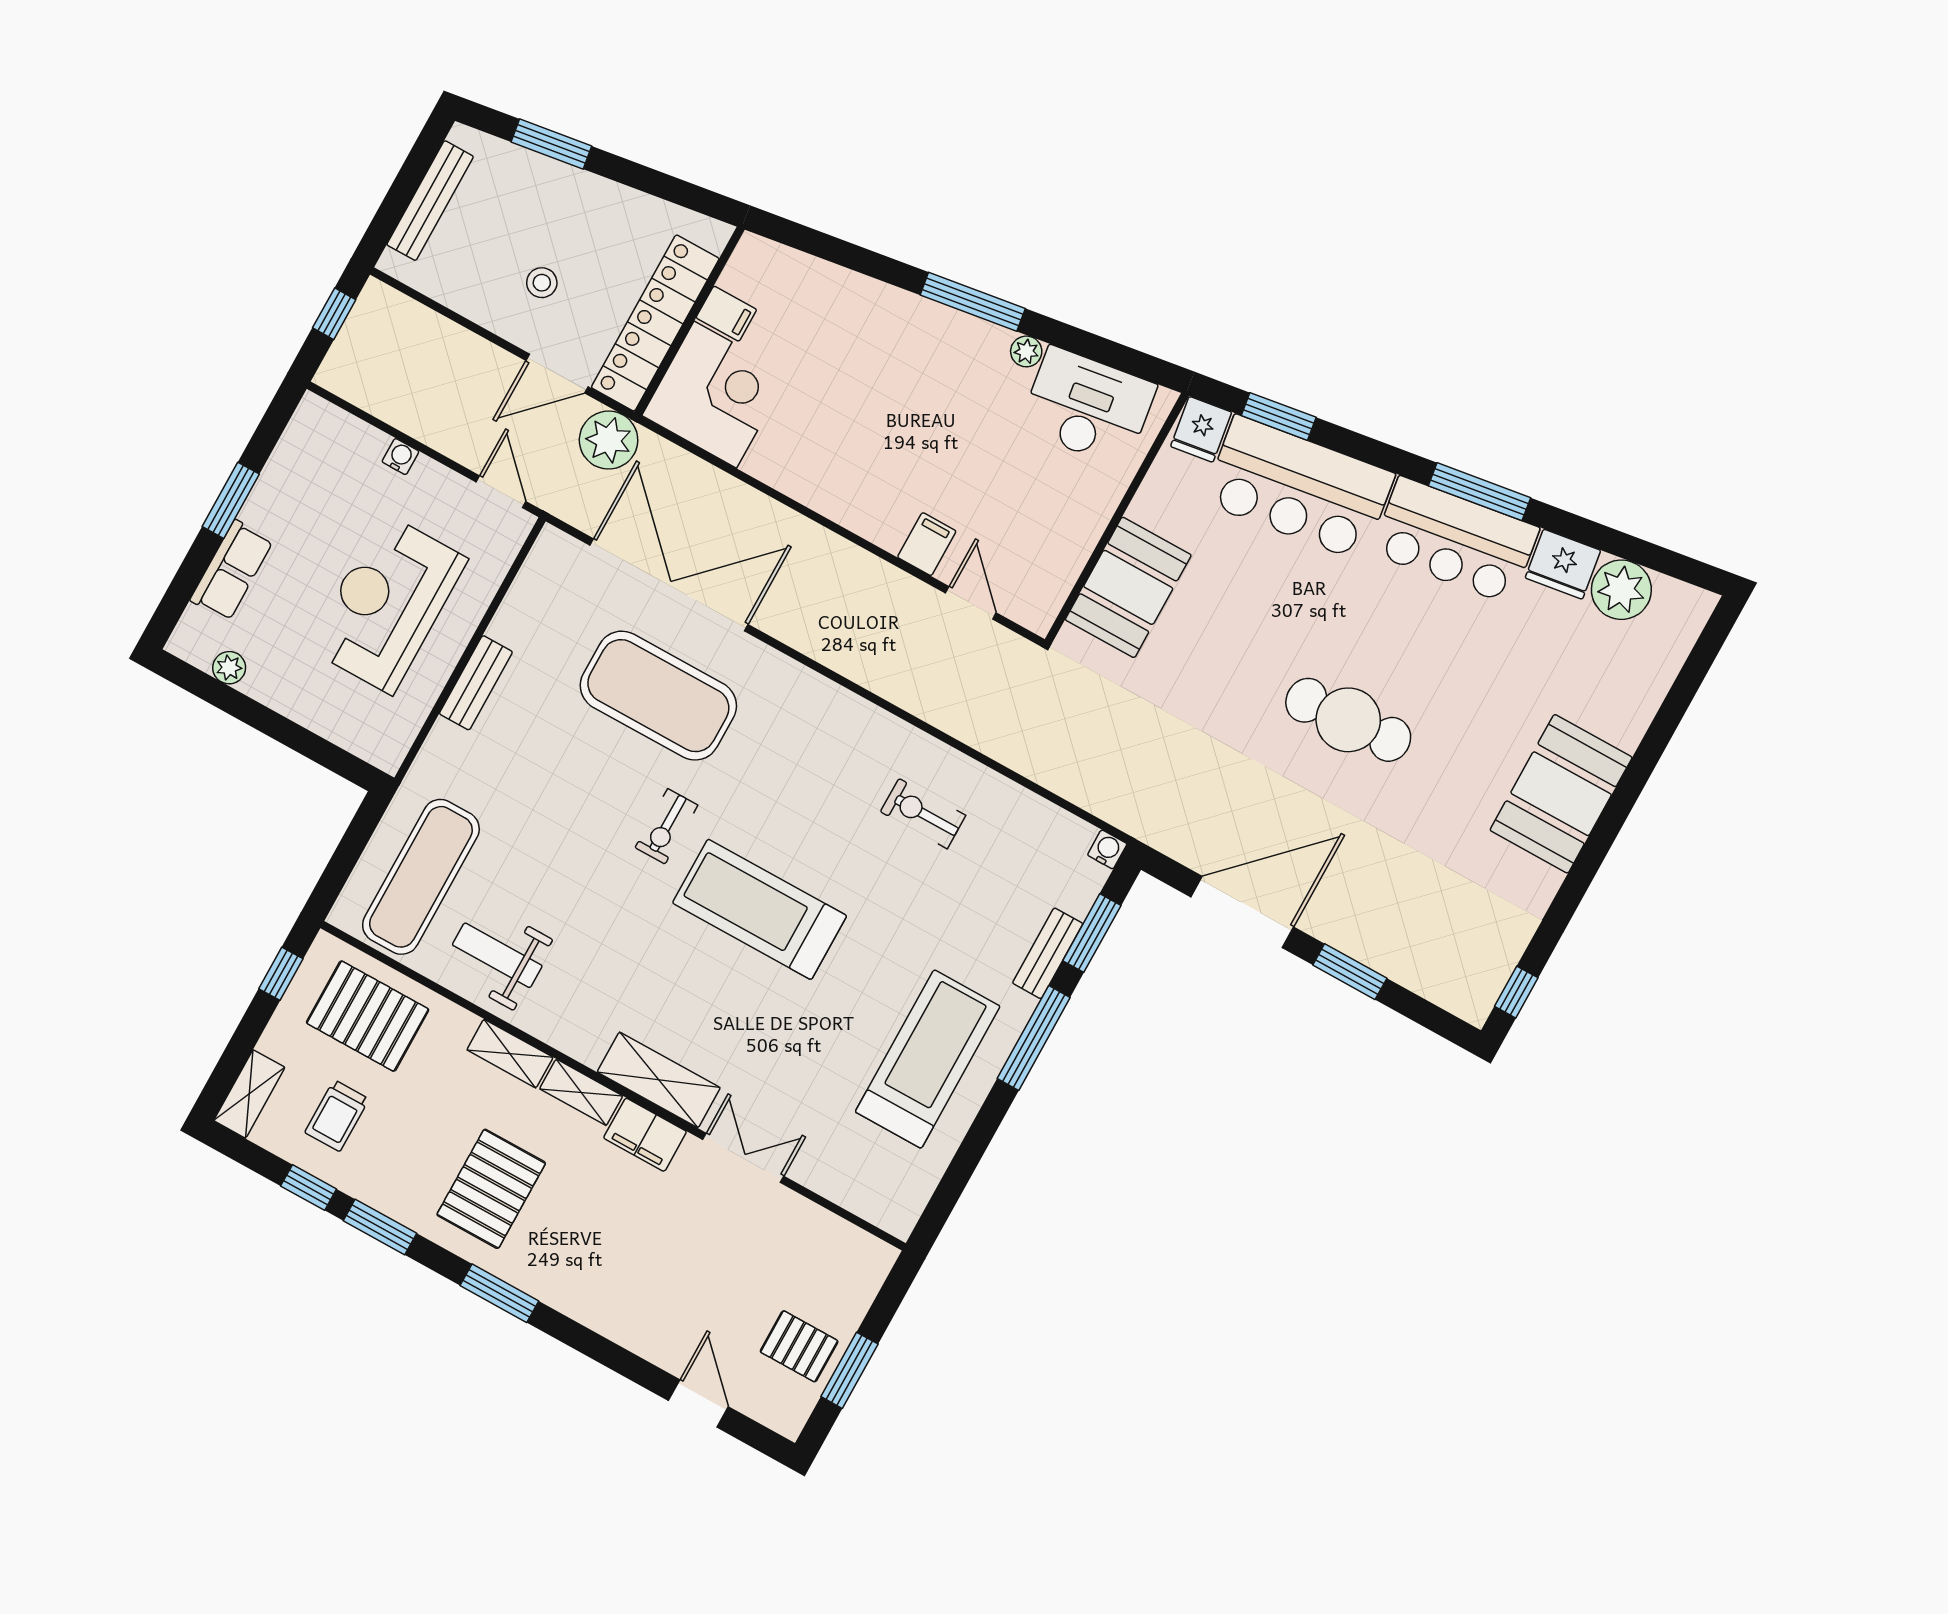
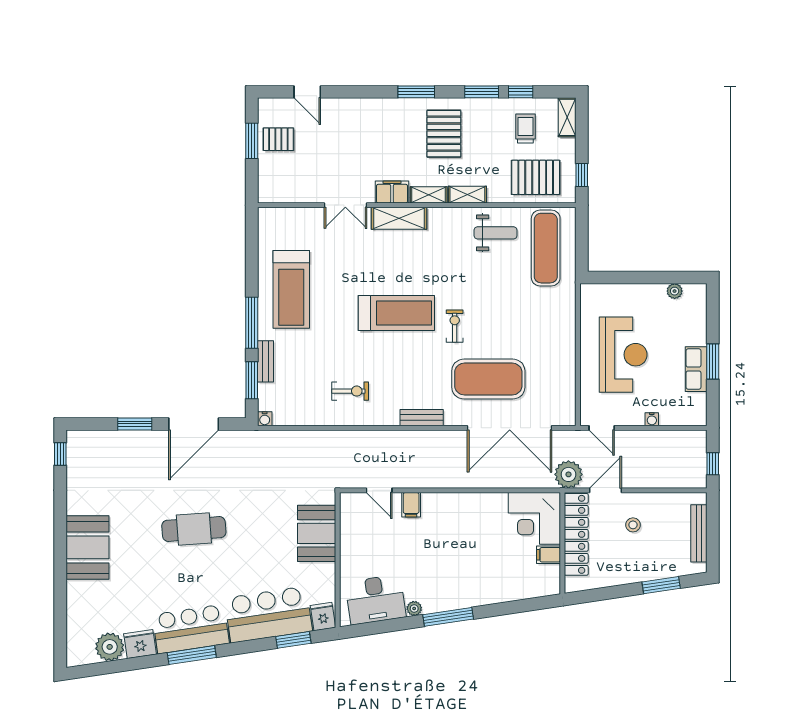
row of seats: (232, 570) -> (696, 369), moved
bench: (476, 683) -> (422, 418), moved, turned 90

